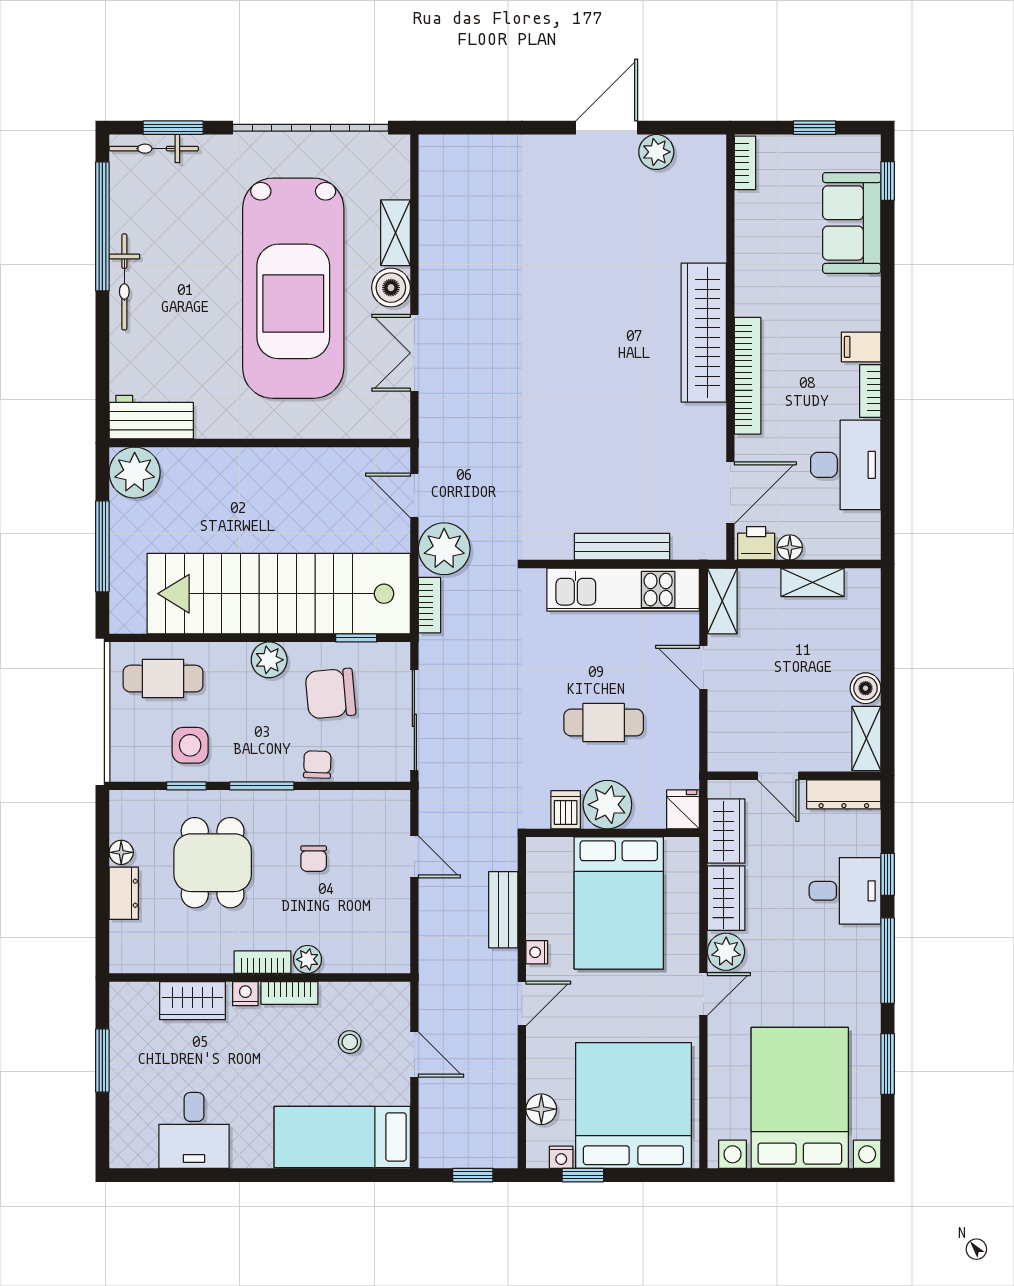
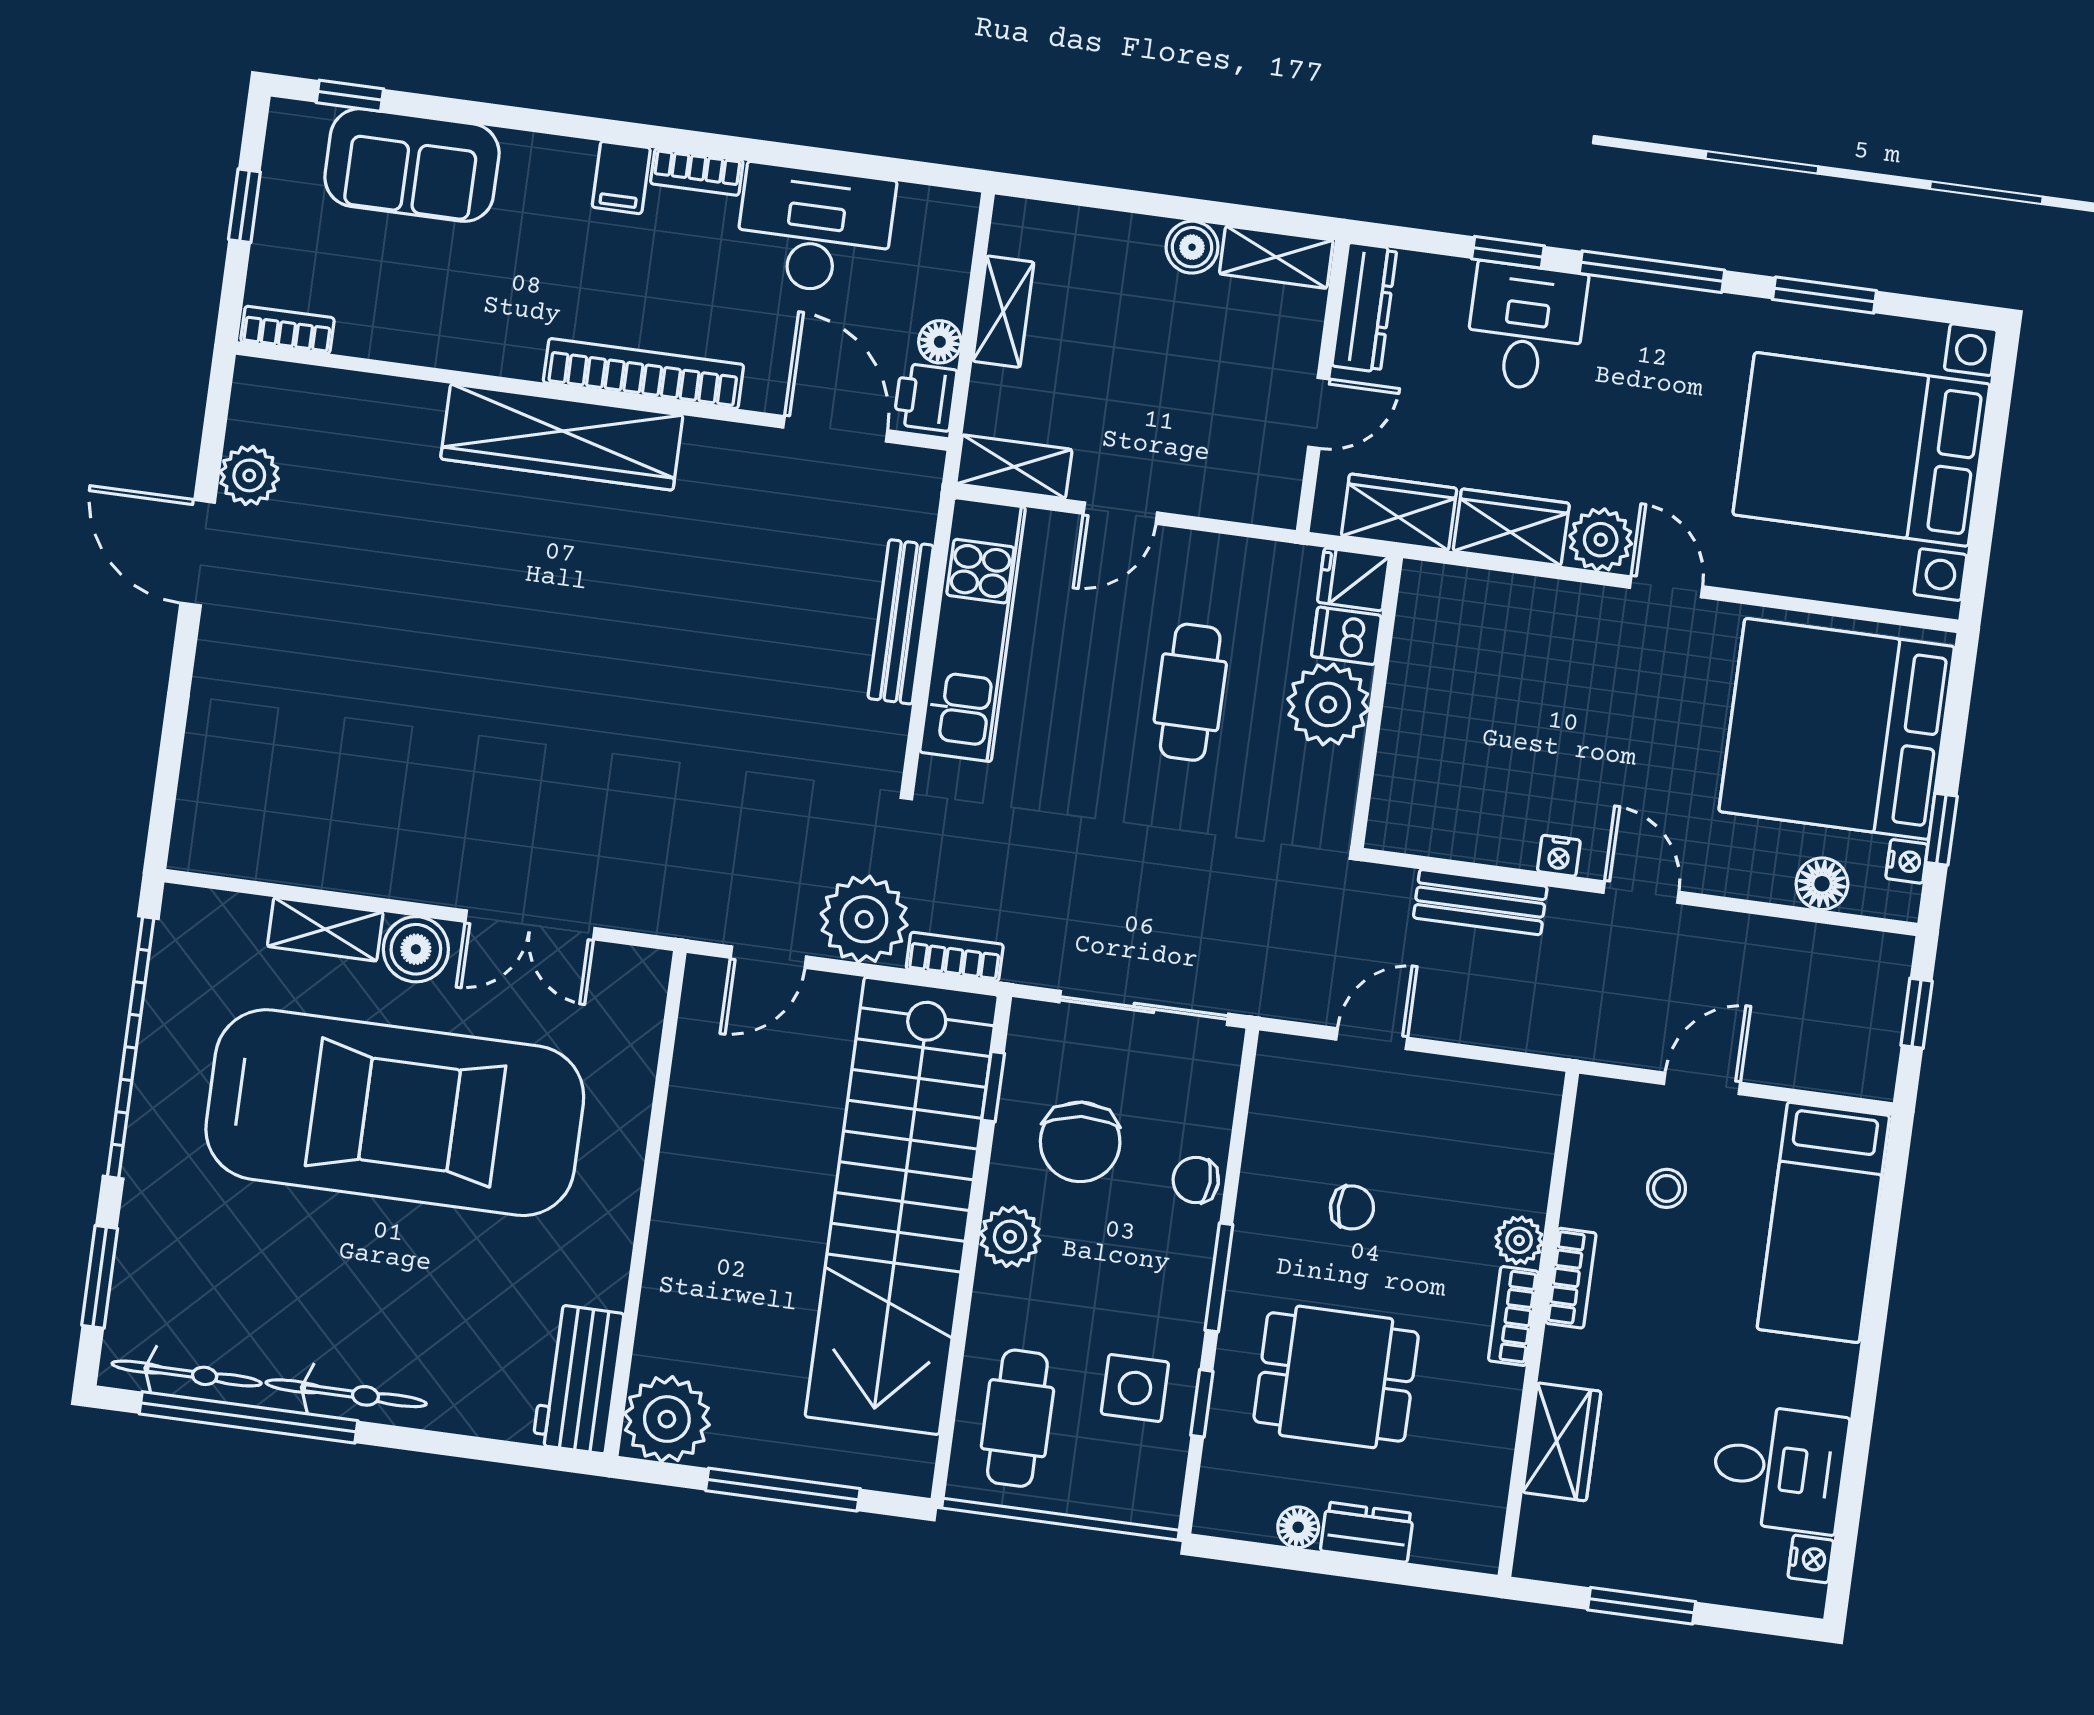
bicycle: (154, 149) -> (187, 1373), moved, turned -90
dishwasher: (566, 810) -> (1346, 636), moved
bed: (619, 903) -> (1495, 708), removed
nightstand: (245, 994) -> (1811, 1559), moved, turned 180

